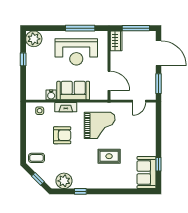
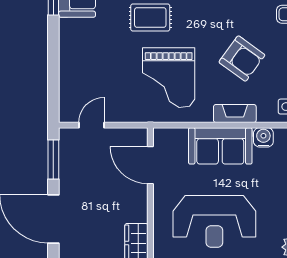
reception desk: (76, 52) -> (214, 221), turned 180
grand piano: (100, 125) -> (169, 78), turned -90
armchair: (62, 135) -> (242, 59), turned -144

